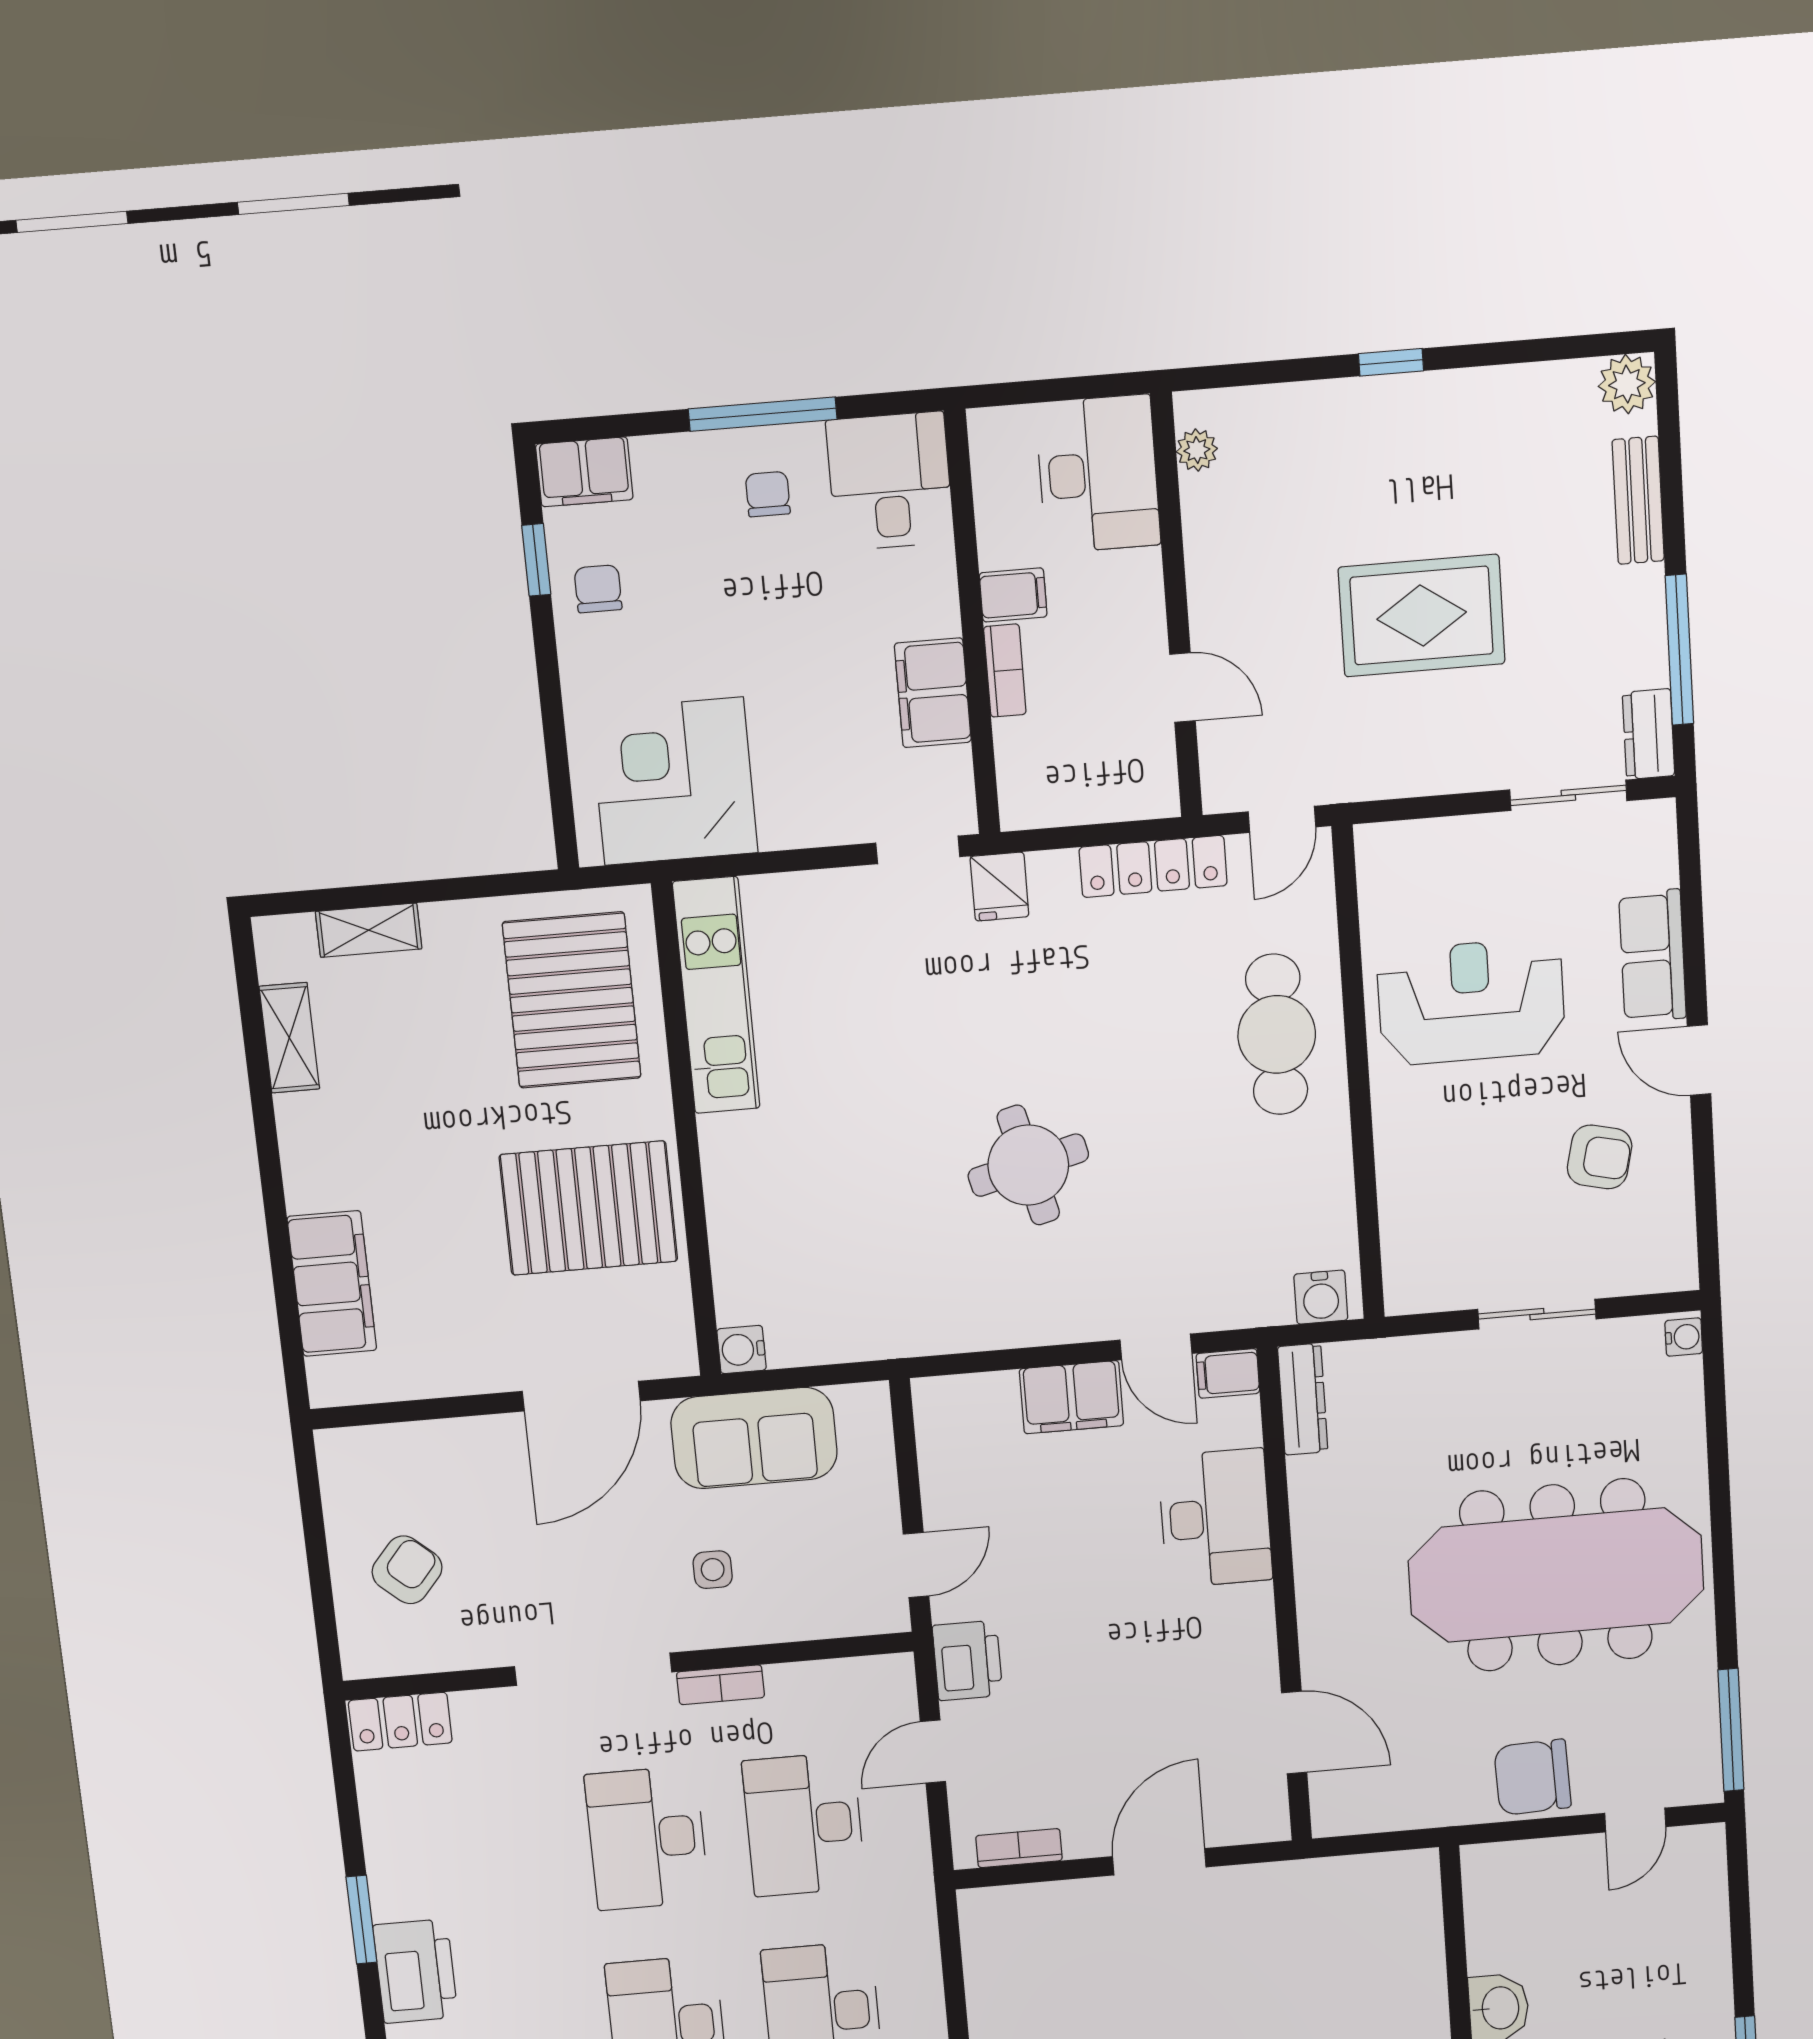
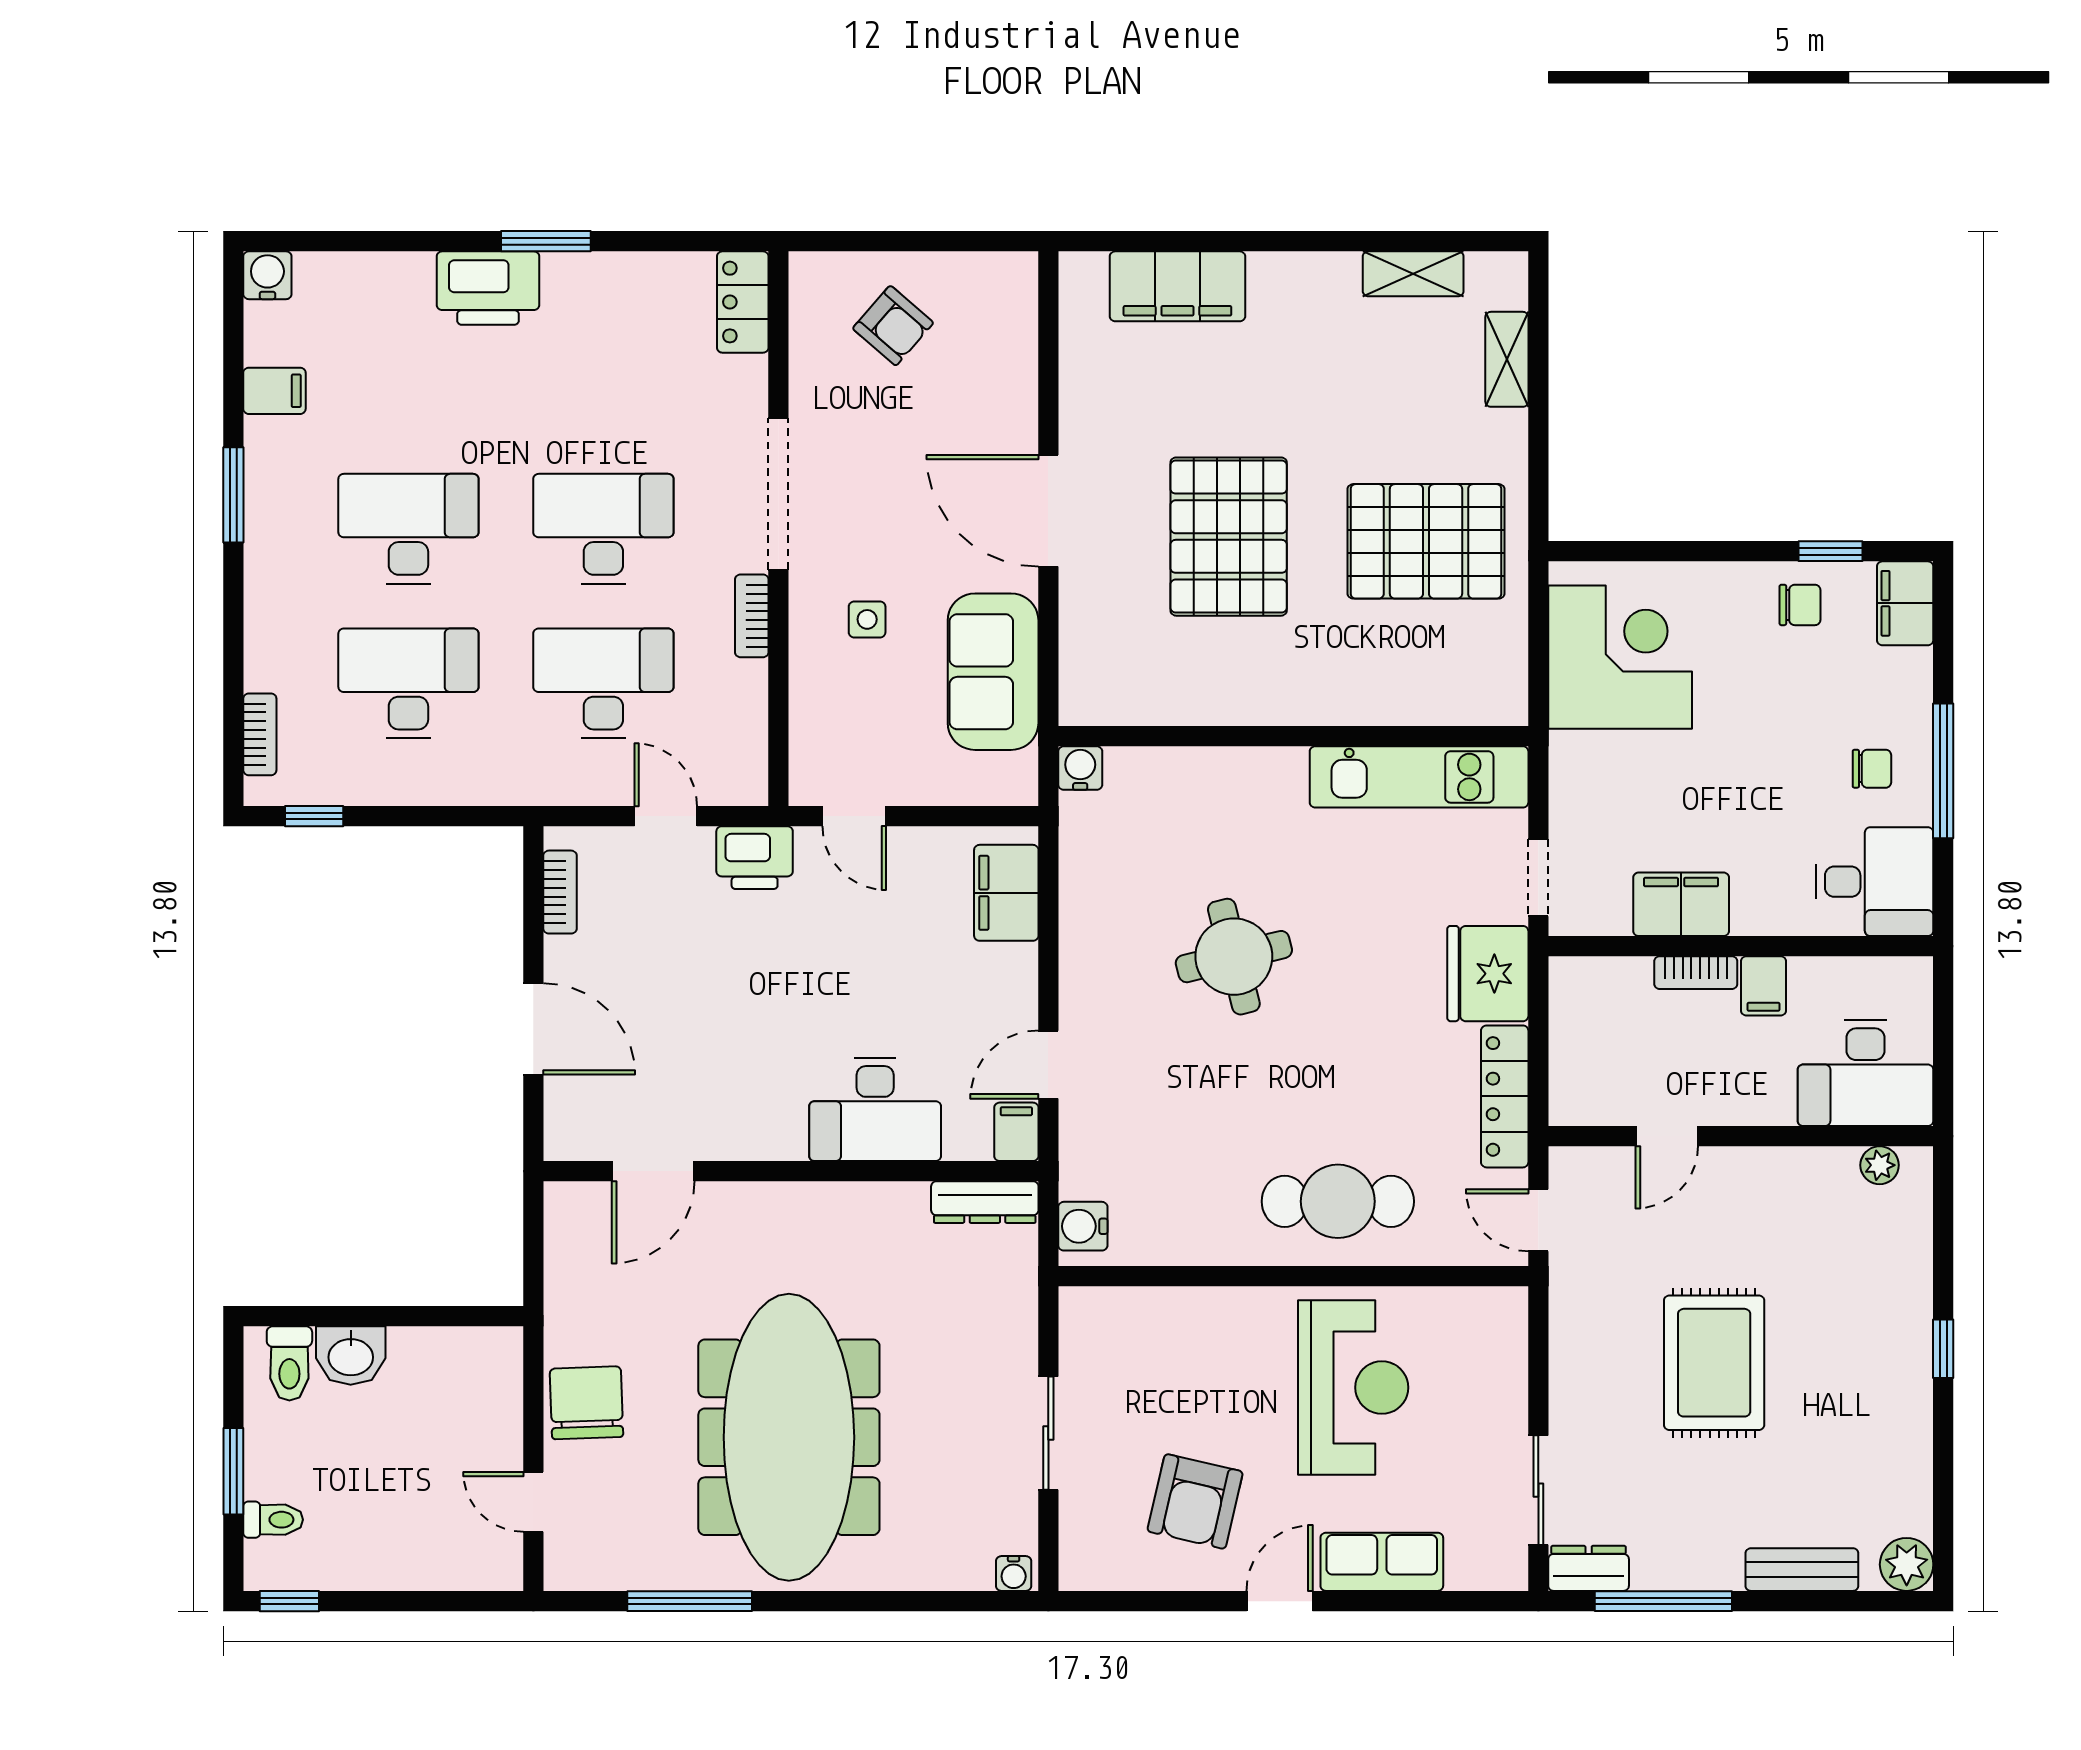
fridge: (1000, 887) -> (1488, 974), width x1.88, depth x1.34
kitchen unit: (716, 995) -> (1419, 777), moved
wall: (686, 1132) -> (1293, 736), moved
armchair: (1600, 1157) -> (1195, 1501), width x1.38, depth x1.38
water cooler: (742, 1350) -> (1080, 768), moved
filing cabinet: (1071, 1397) -> (1006, 893), moved
window: (1731, 1730) -> (690, 1601), moved

